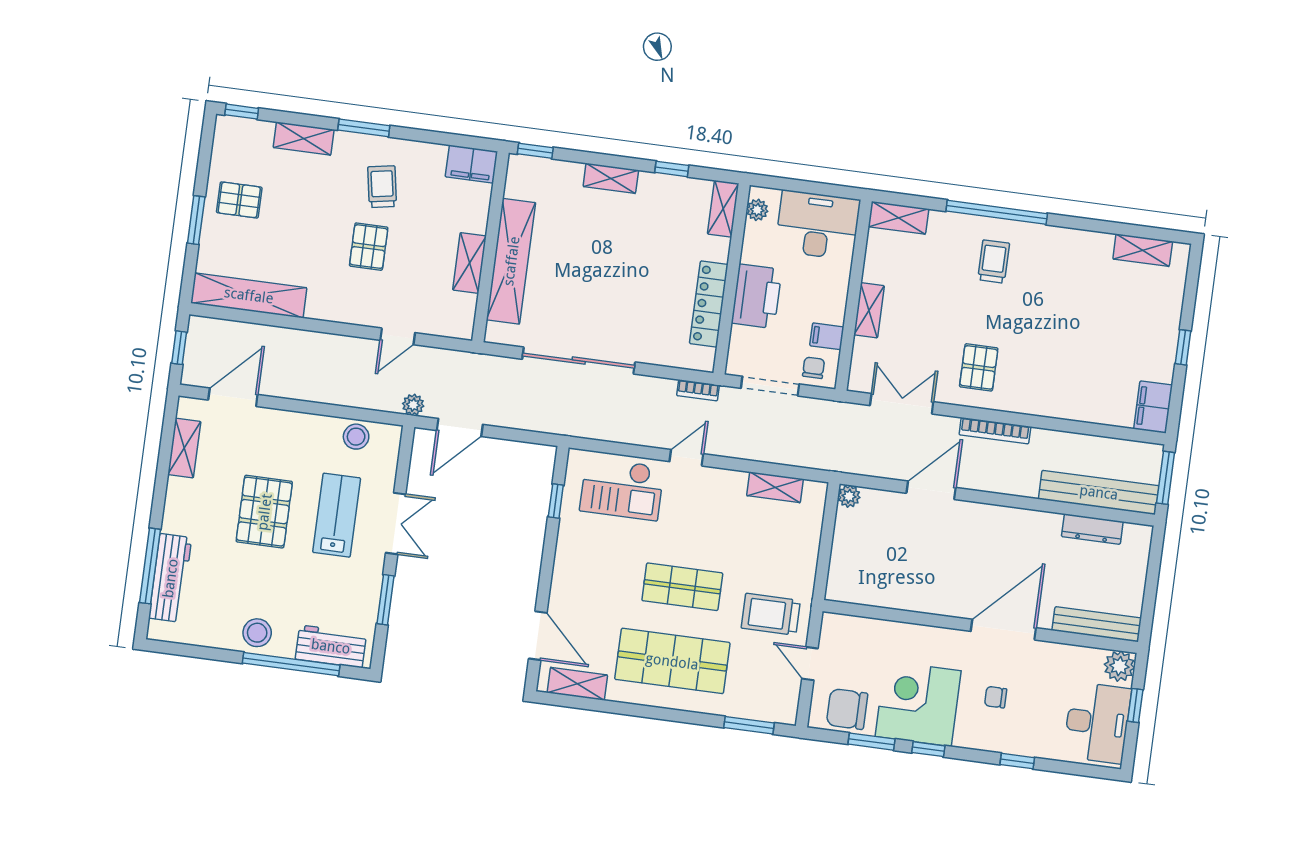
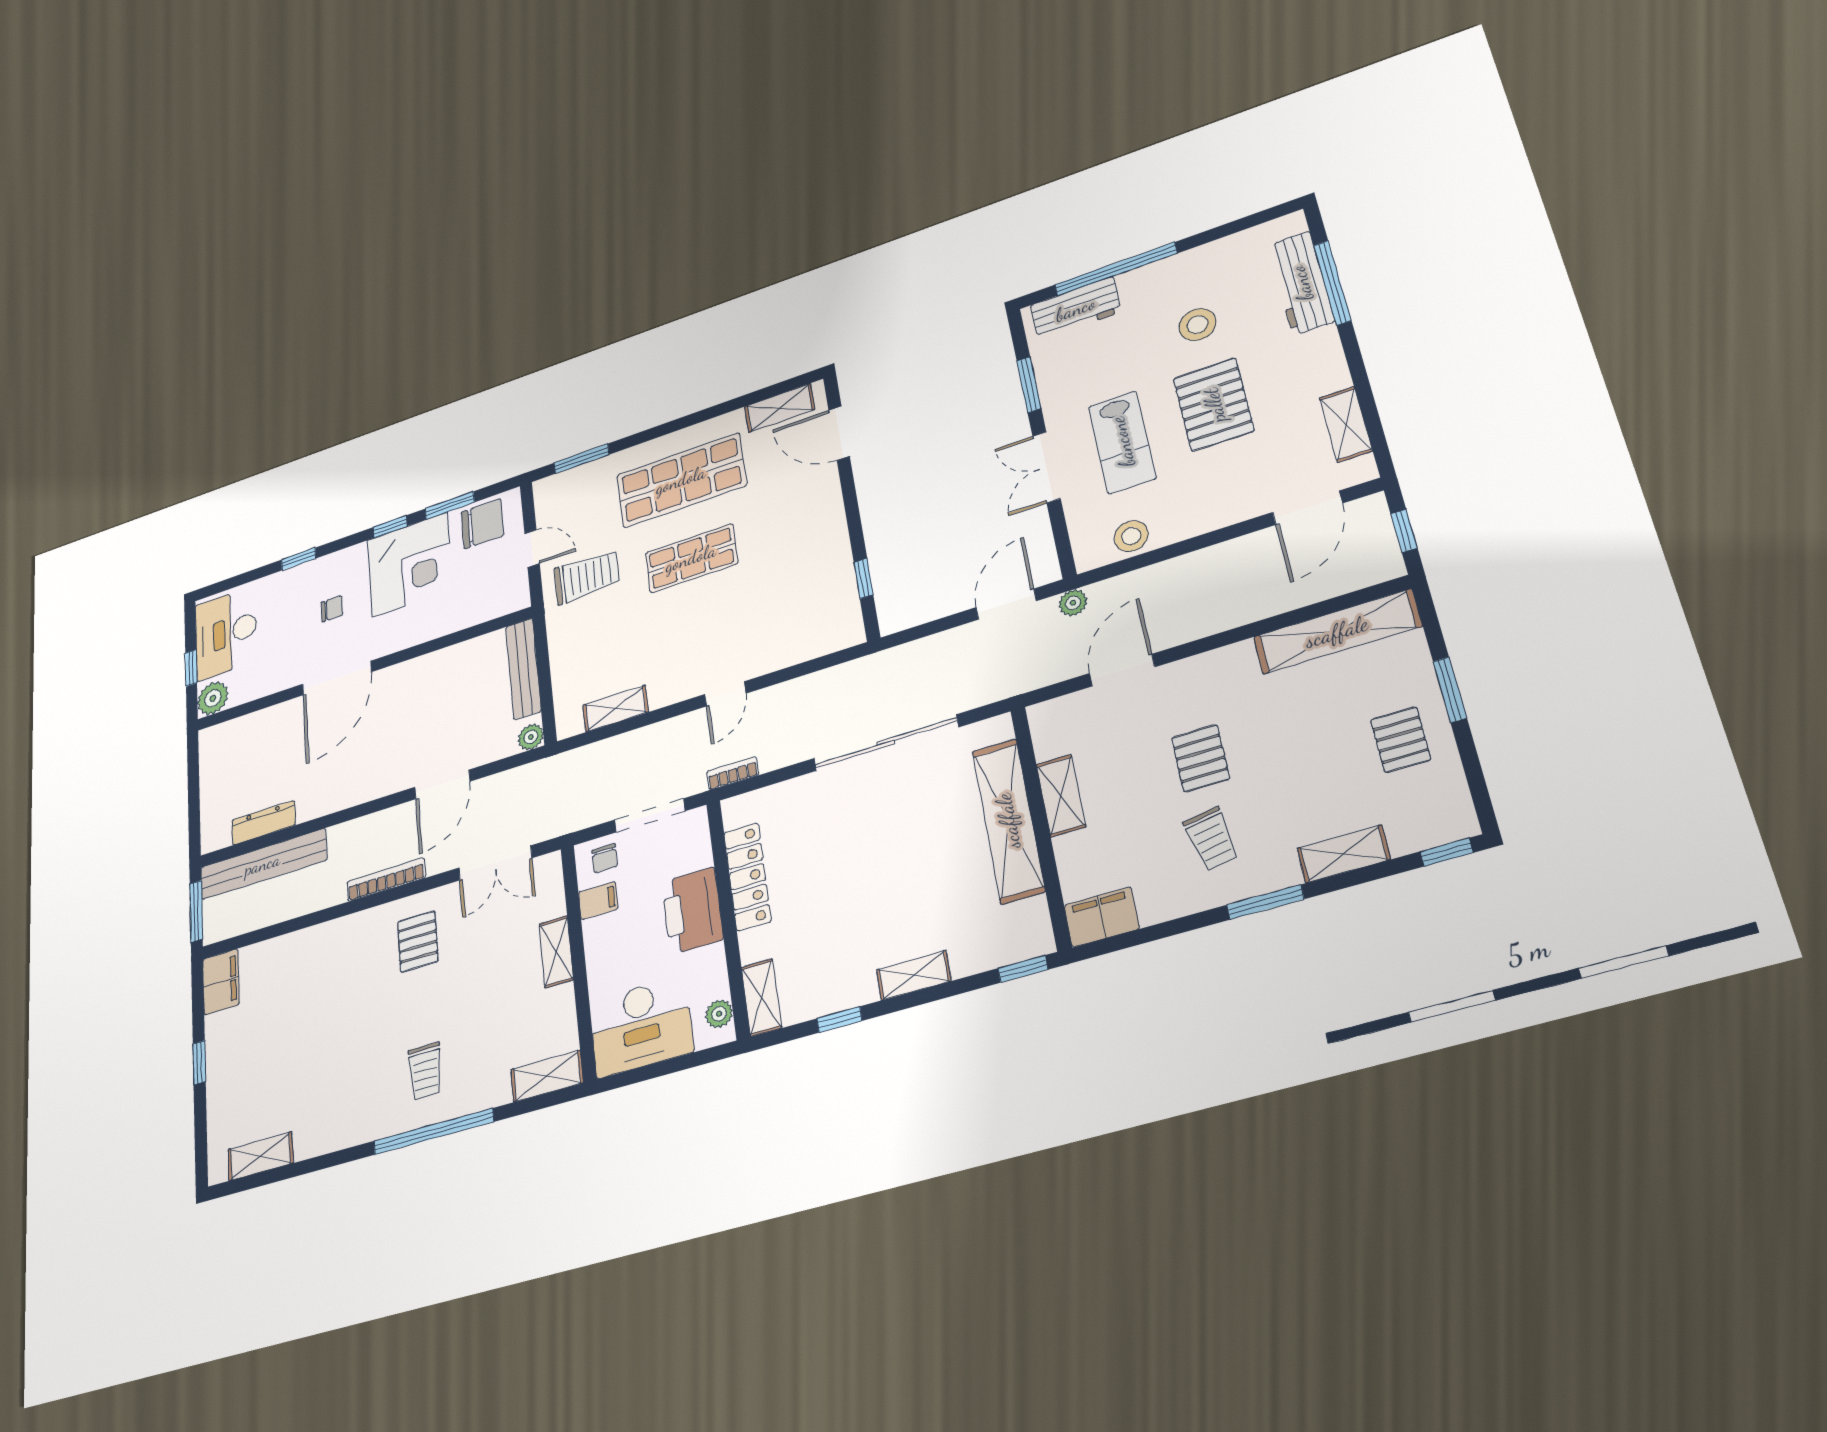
pallet: (239, 200) -> (1401, 740), turned 90
door: (398, 336) -> (1122, 670), width x1.38
checkout: (622, 489) -> (790, 627), removed
bench: (1097, 624) -> (523, 669), moved, turned 90
stool: (257, 633) -> (1197, 325), moved

